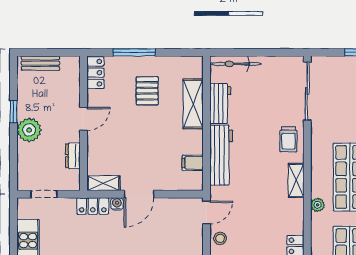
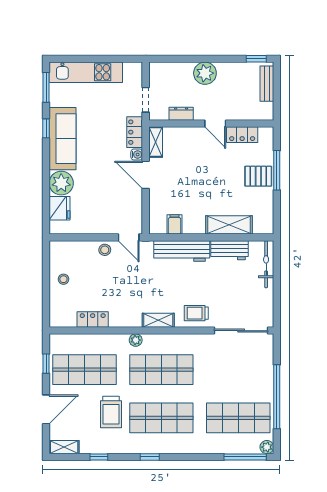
locker: (95, 73) -> (242, 135), moved
pallet: (147, 91) -> (258, 176), moved
window: (14, 112) -> (256, 59), moved
doorway: (44, 194) -> (146, 100), moved

